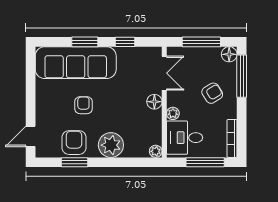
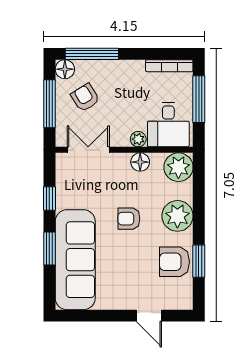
armchair: (212, 93) -> (85, 98), moved
floor lamp: (154, 102) -> (140, 162), moved
armchair: (83, 105) -> (129, 219), moved
door: (31, 136) -> (149, 316), moved
plant: (156, 151) -> (178, 167), width x1.88, depth x1.88

